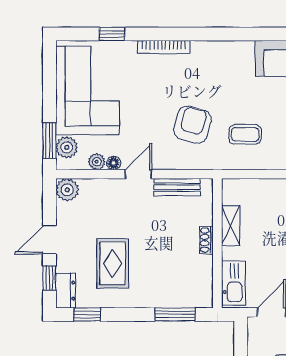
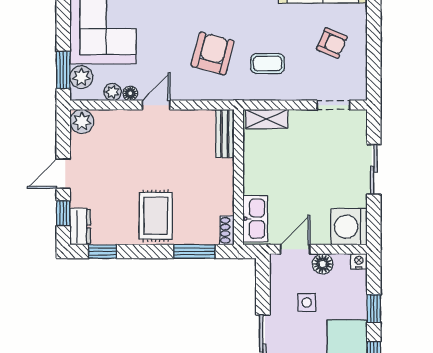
bench: (177, 187) -> (225, 134), moved, turned 90
shelving: (231, 226) -> (267, 119), moved, turned 90
shoe rack: (206, 240) -> (227, 230), moved
rug: (113, 263) -> (156, 216), moved

